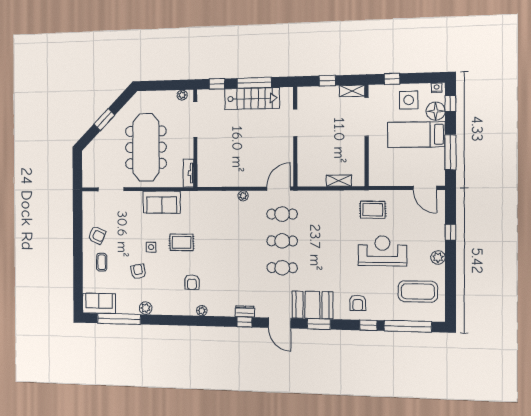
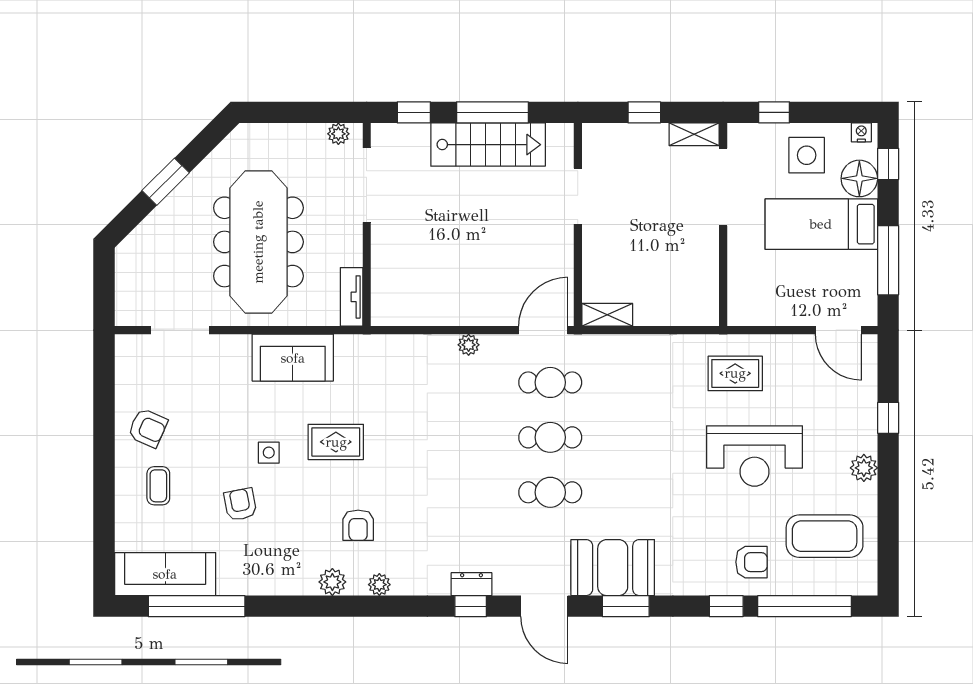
shelving: (339, 181) -> (607, 315), moved
reception desk: (382, 251) -> (754, 456), turned 180
sofa: (99, 303) -> (165, 574), width x1.36
armchair: (358, 303) -> (752, 562), moved, turned -90
plant: (146, 308) -> (332, 582), moved

